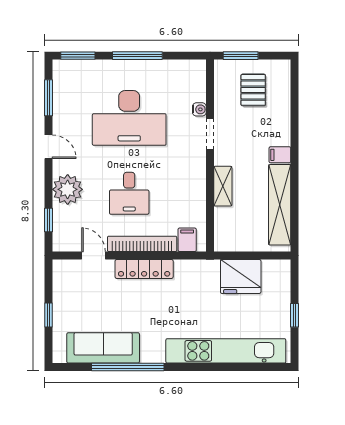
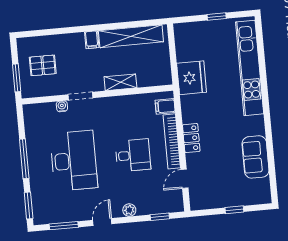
plant: (68, 189) -> (129, 210), width x0.53, depth x0.53
locker: (144, 269) -> (191, 138), width x0.66
fridge: (241, 276) -> (192, 78), moved
sofa: (103, 348) -> (255, 157), width x0.73
window: (128, 367) -> (269, 144), removed

